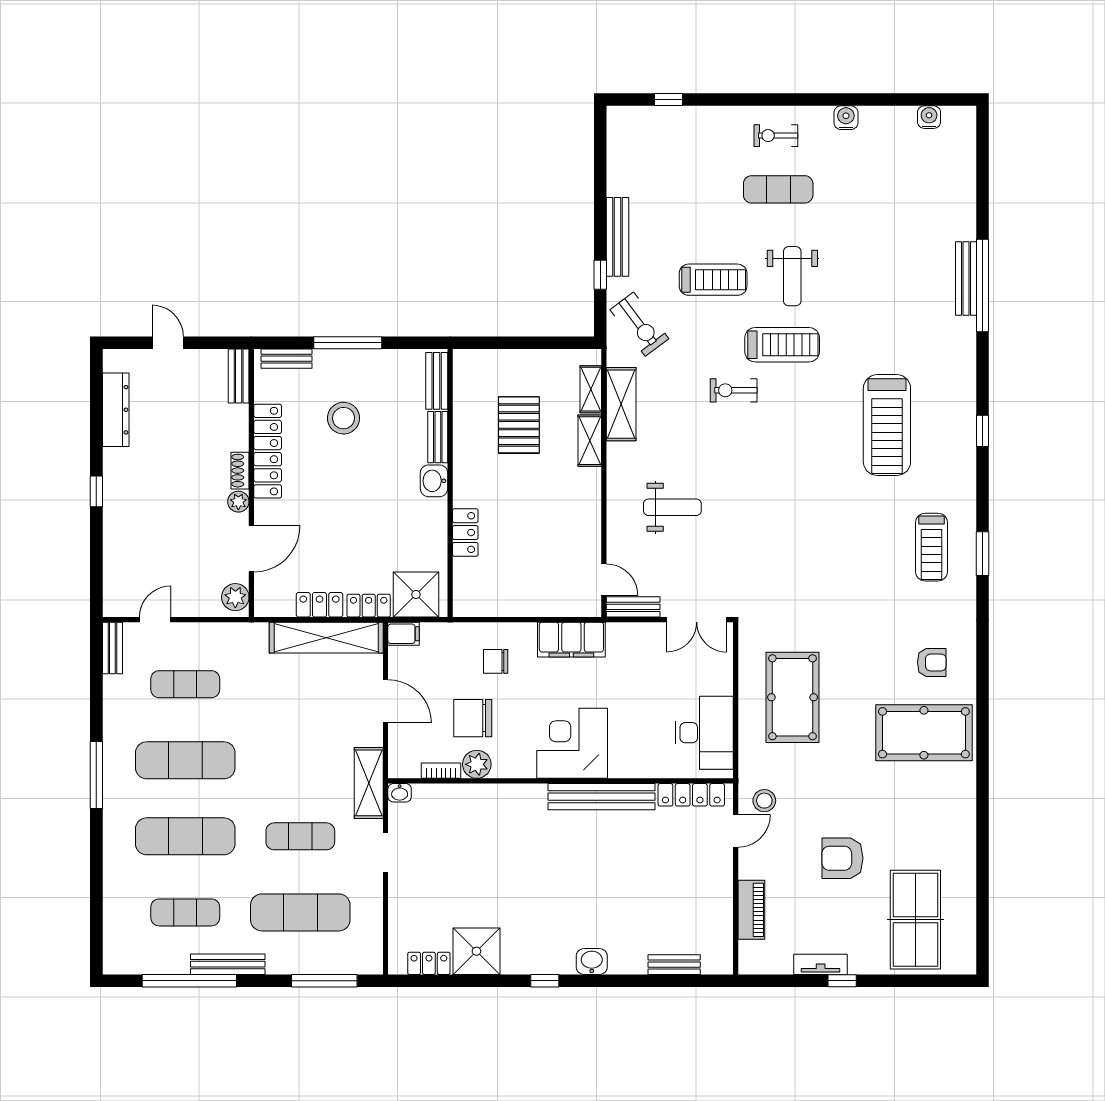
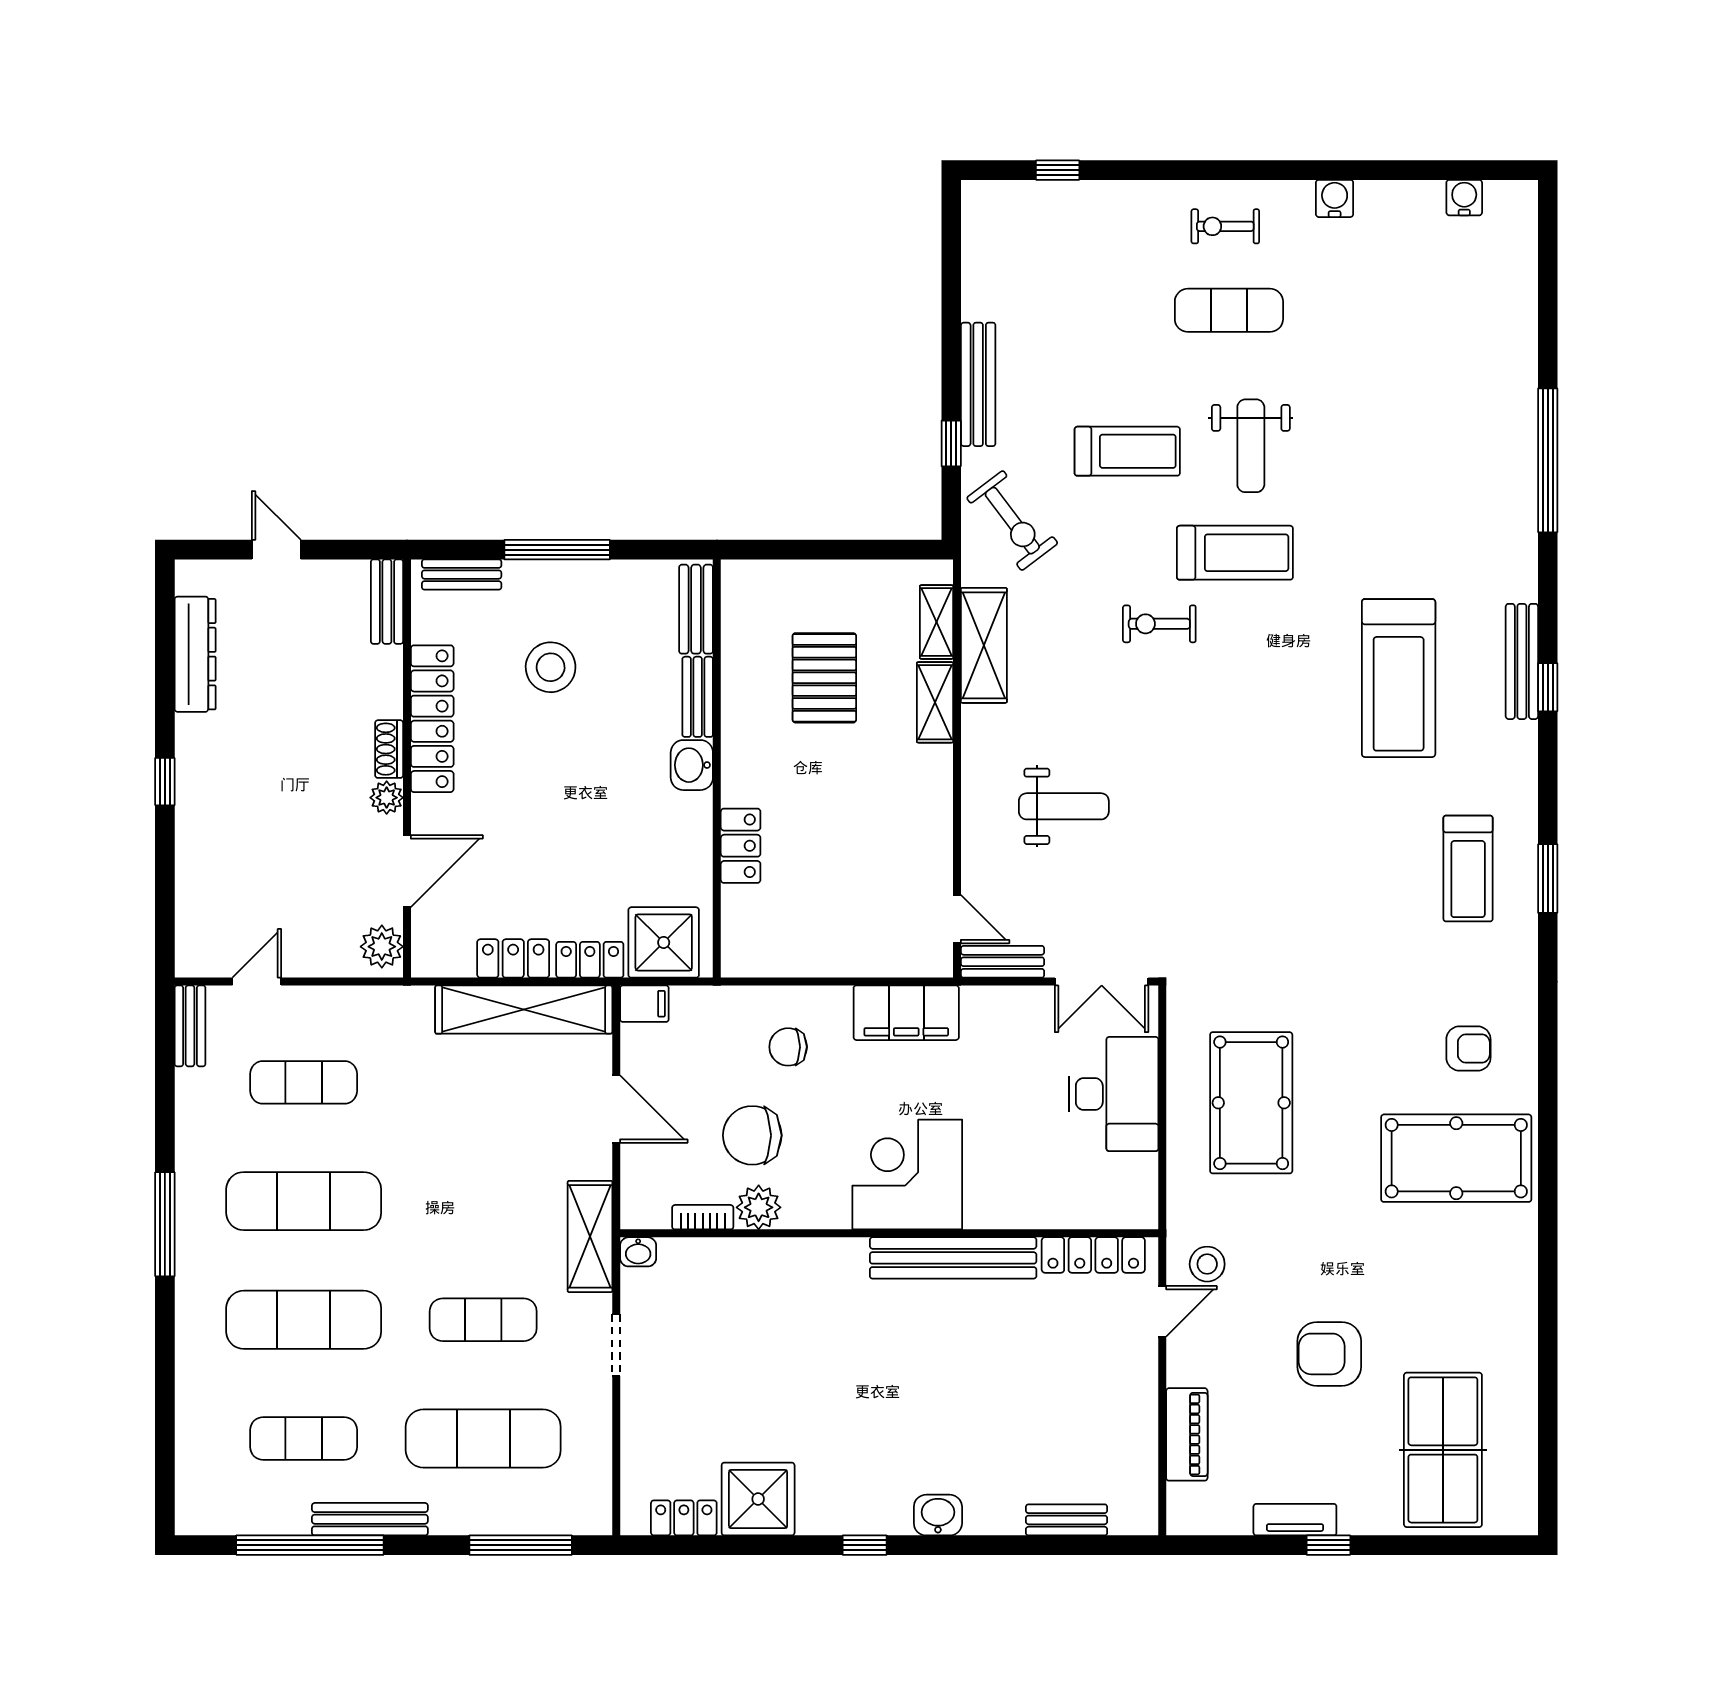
bench: (966, 279) -> (1522, 661), moved
desk: (704, 733) -> (1114, 1094), moved

